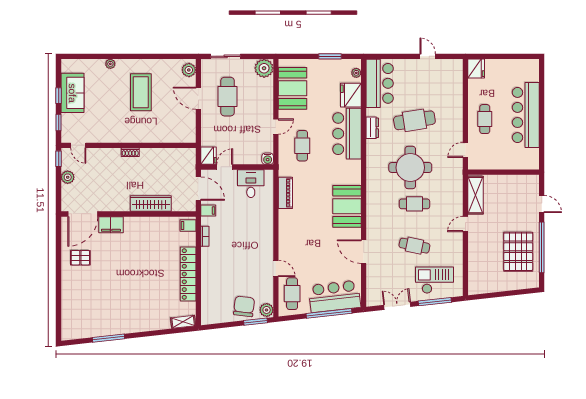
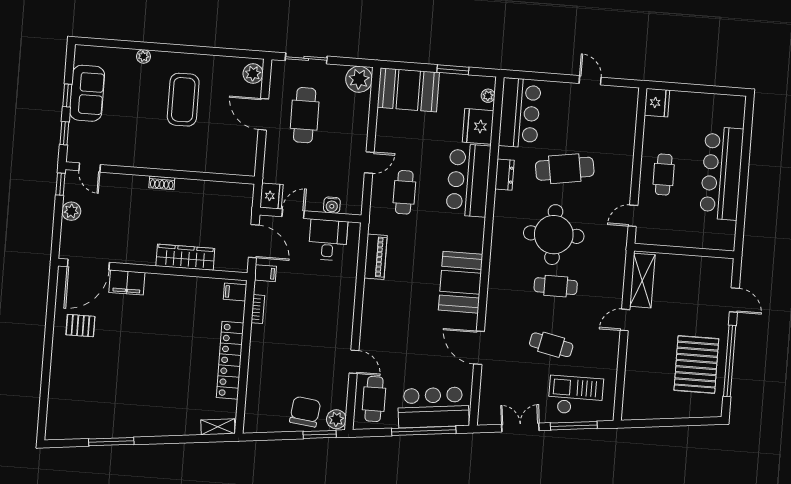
booth: (293, 88) -> (408, 90), moved, turned 90
water cooler: (268, 159) -> (332, 205), moved

